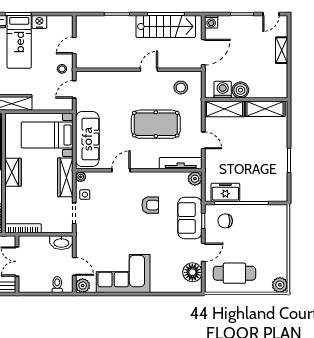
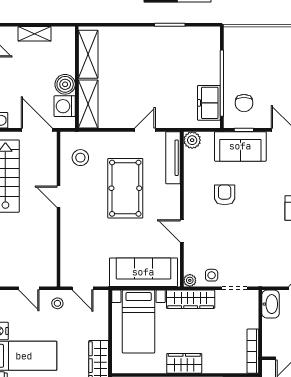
washing machine: (223, 90) -> (65, 106), moved
boiler: (240, 90) -> (65, 84), moved
wall: (246, 100) -> (77, 77), moved
shelving: (224, 109) -> (88, 104), moved
shelving: (265, 109) -> (88, 54), moved

